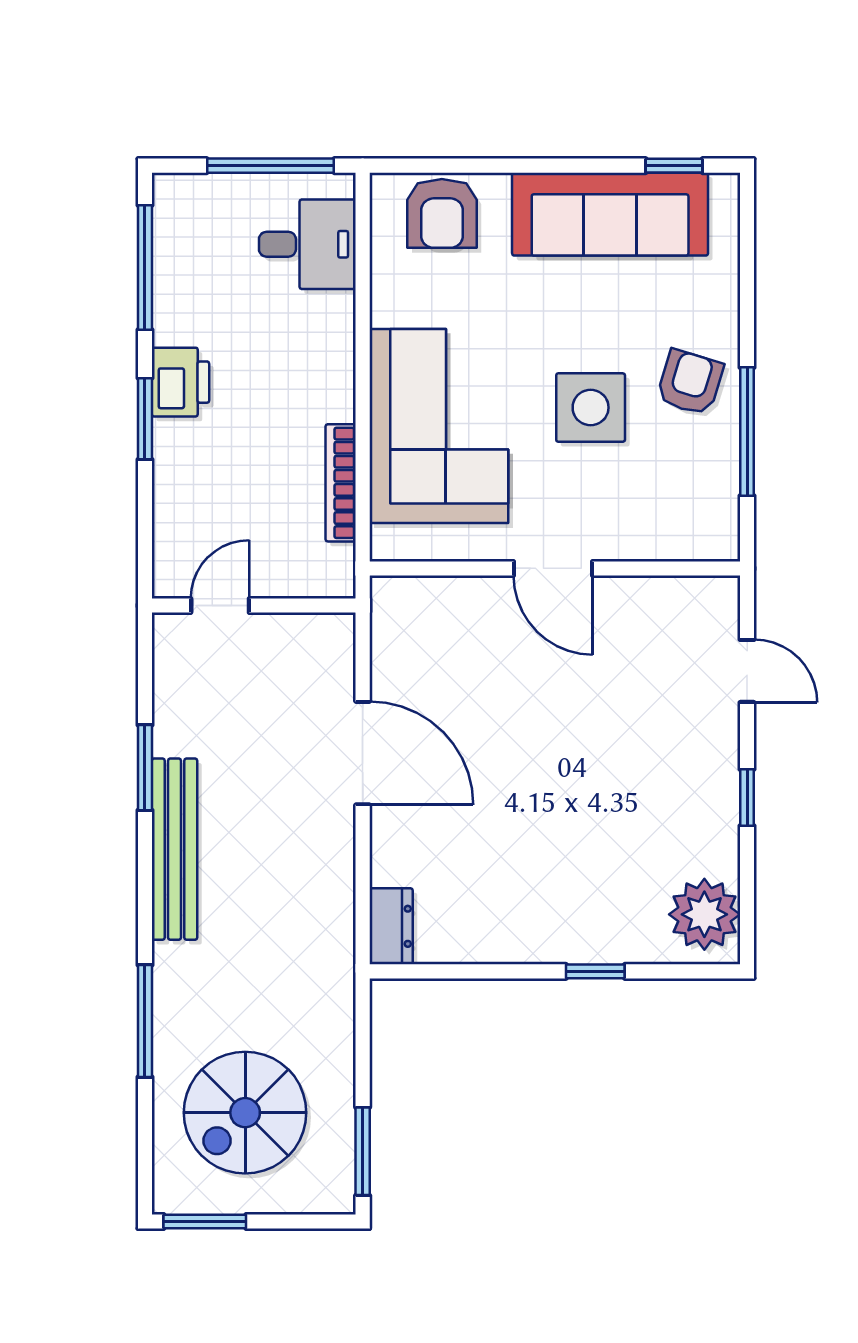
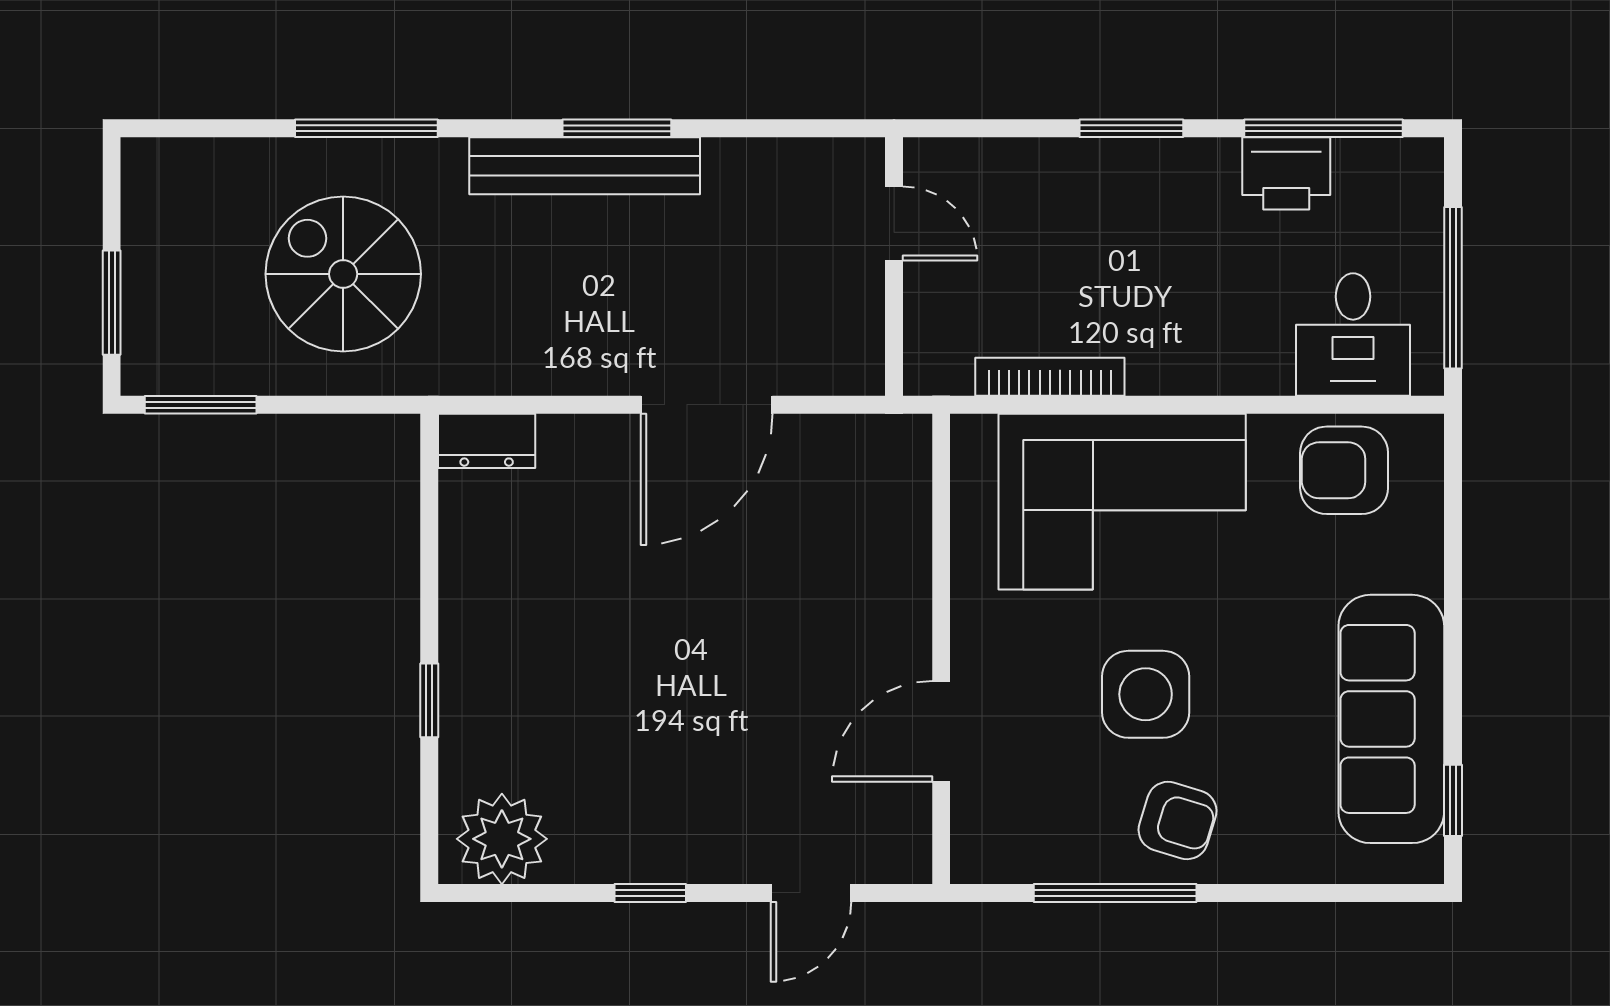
armchair: (442, 213) -> (1344, 470), moved
printer: (180, 382) -> (1286, 173), moved
door: (553, 568) -> (941, 731), moved
window: (145, 768) -> (617, 128), moved
spiral stairs: (245, 1113) -> (343, 274), moved
window: (205, 1221) -> (112, 303), moved

